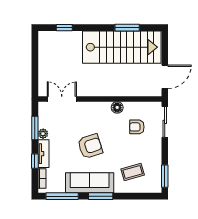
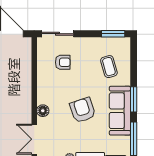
floor lamp: (117, 107) -> (43, 111), moved
armchair: (137, 127) -> (63, 62), turned -90

